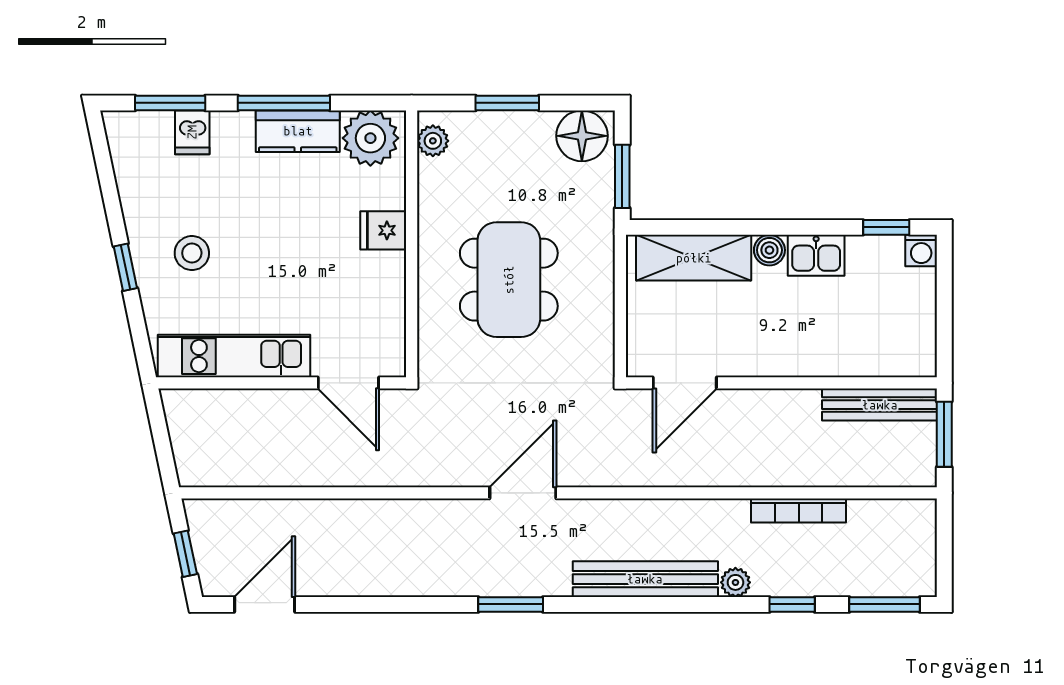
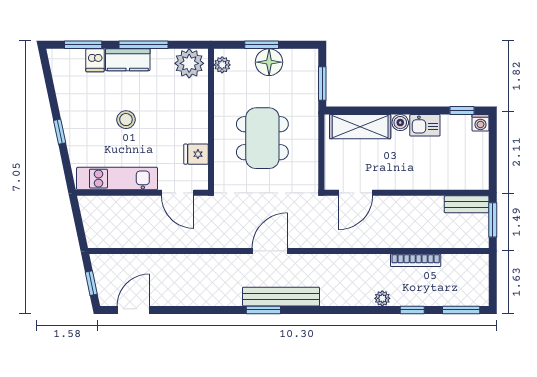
kitchen counter: (298, 131) -> (128, 60), moved
floor lamp: (582, 136) -> (269, 62), moved
fridge: (383, 230) -> (196, 154), moved
stool: (192, 253) -> (126, 120), moved
bench: (880, 405) -> (467, 204), width x0.73
bench: (645, 579) -> (281, 297), moved

